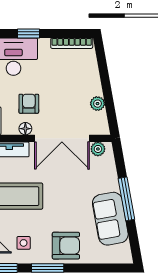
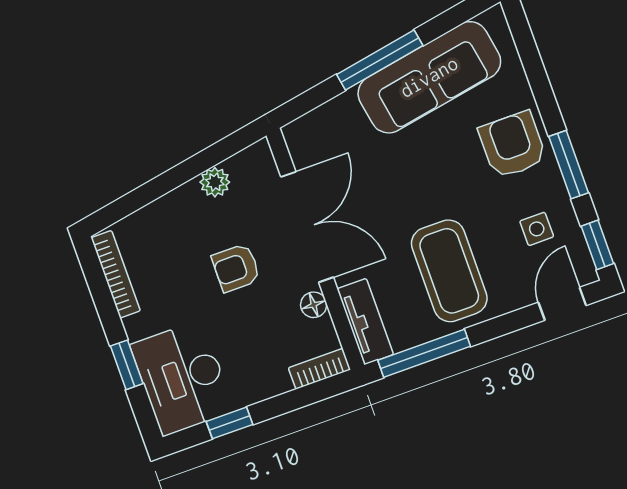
armchair: (29, 104) -> (236, 268), moved
plant: (98, 149) -> (303, 150), removed
sofa: (110, 219) -> (429, 77), width x1.36

